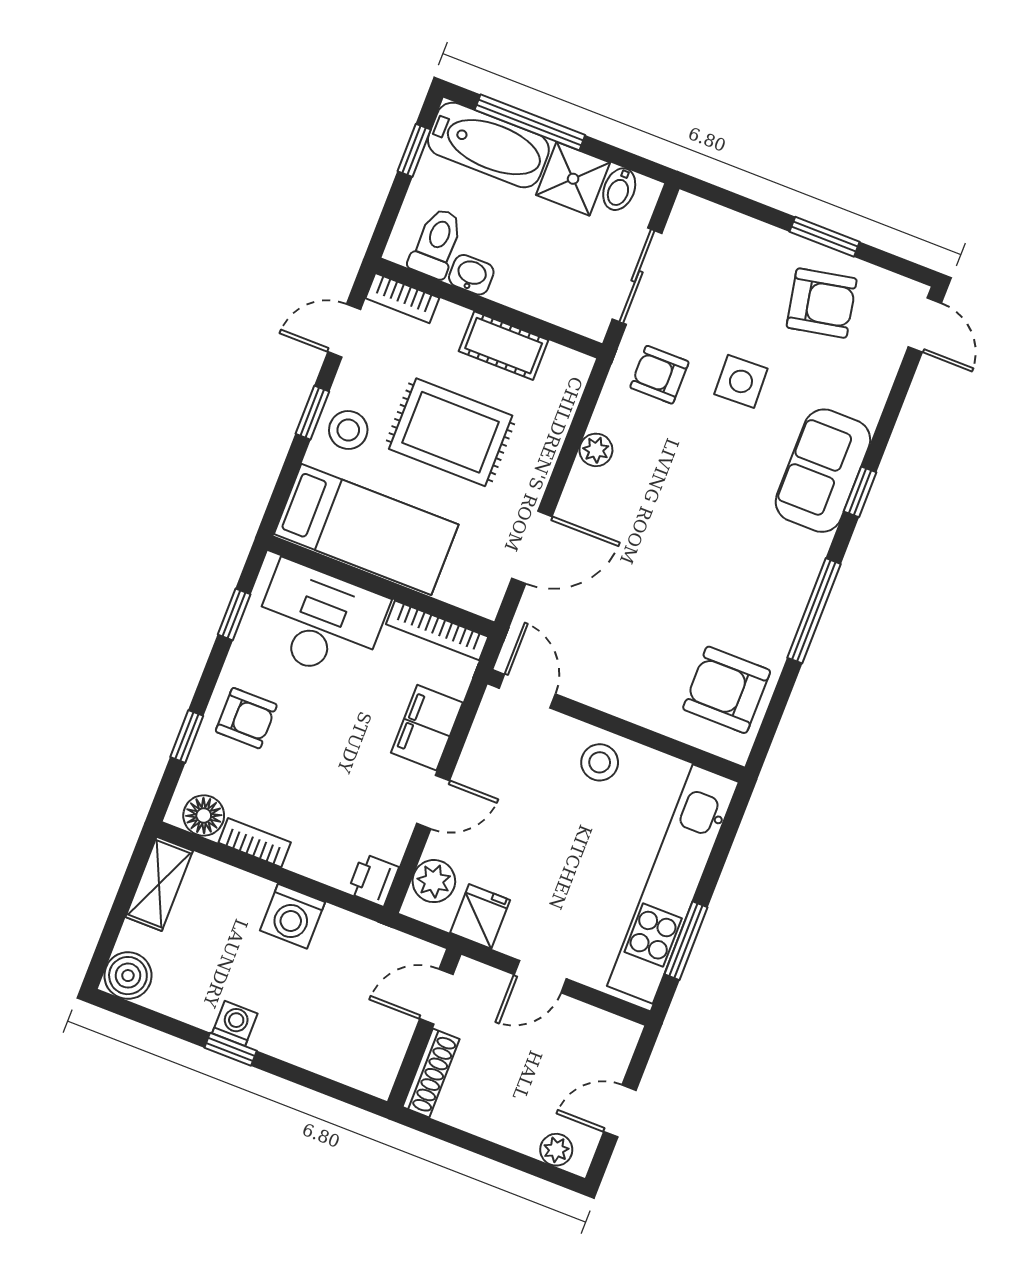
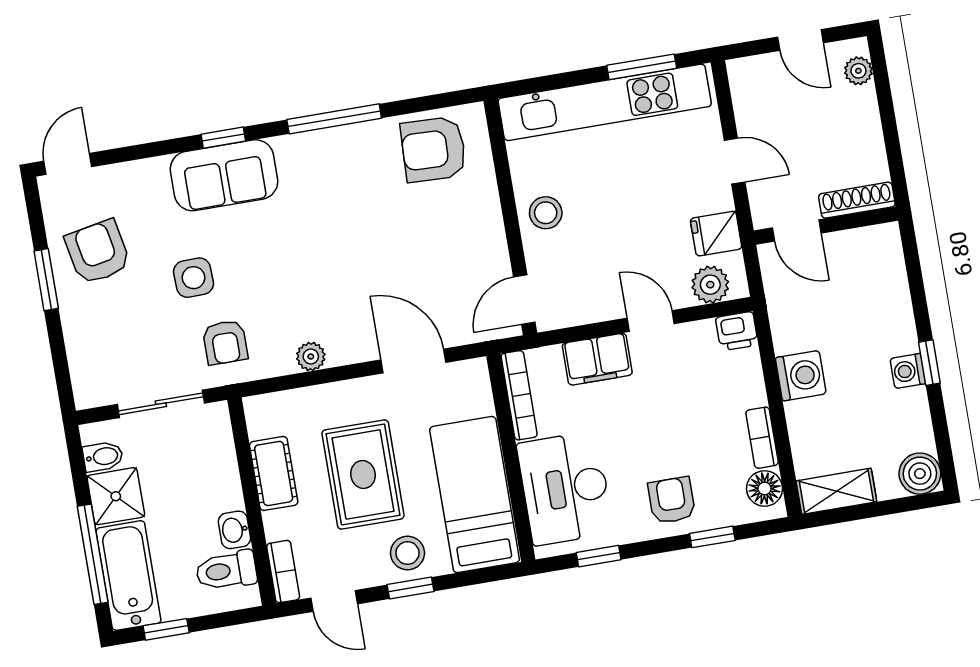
armchair: (727, 690) -> (433, 149), turned 92

